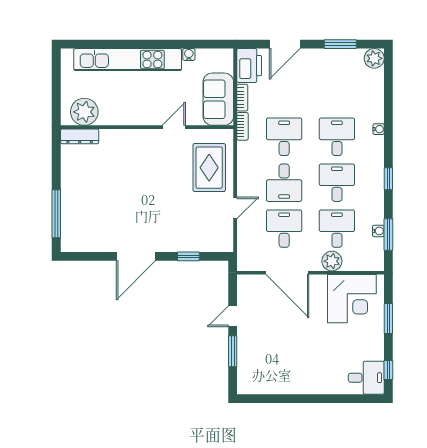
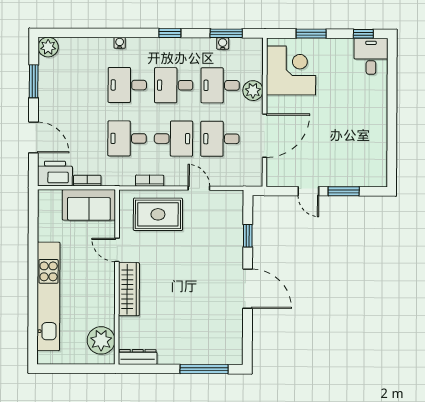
water cooler: (189, 54) -> (44, 234), removed
bookcase: (242, 126) -> (150, 181), moved
dresser: (80, 136) -> (138, 357), moved, turned -90
wardrobe: (135, 139) -> (129, 289), added

